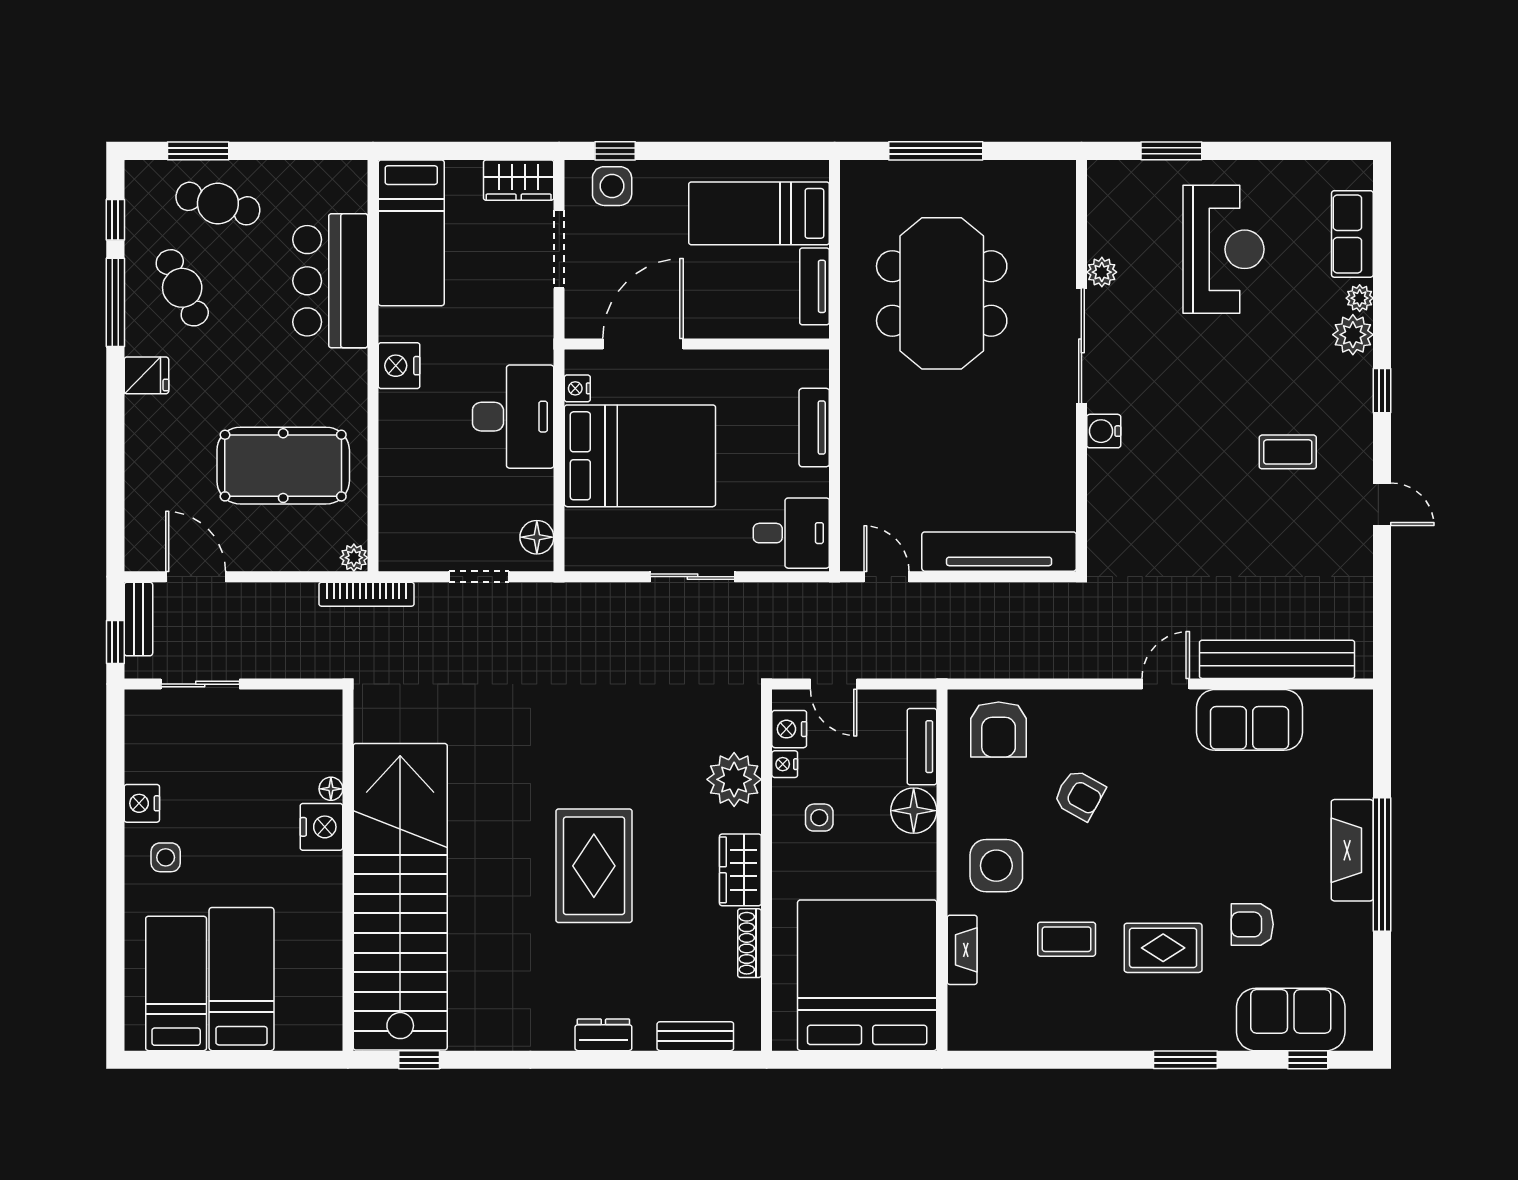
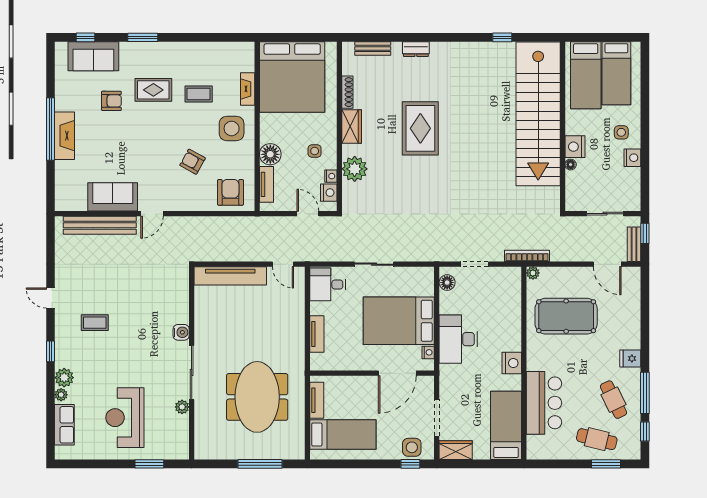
floor lamp: (331, 789) -> (571, 165), moved
nightstand: (321, 827) -> (575, 147), moved
wall: (348, 870) -> (563, 126), moved
stairs: (400, 897) -> (538, 114), moved

